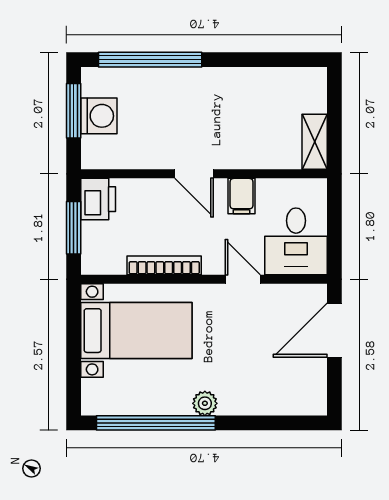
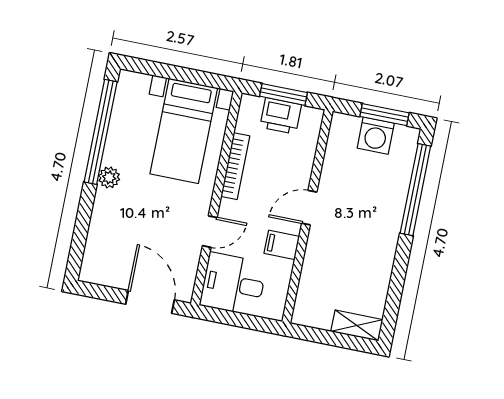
shelving: (315, 142) -> (357, 326), moved
printer: (98, 199) -> (281, 116), moved

